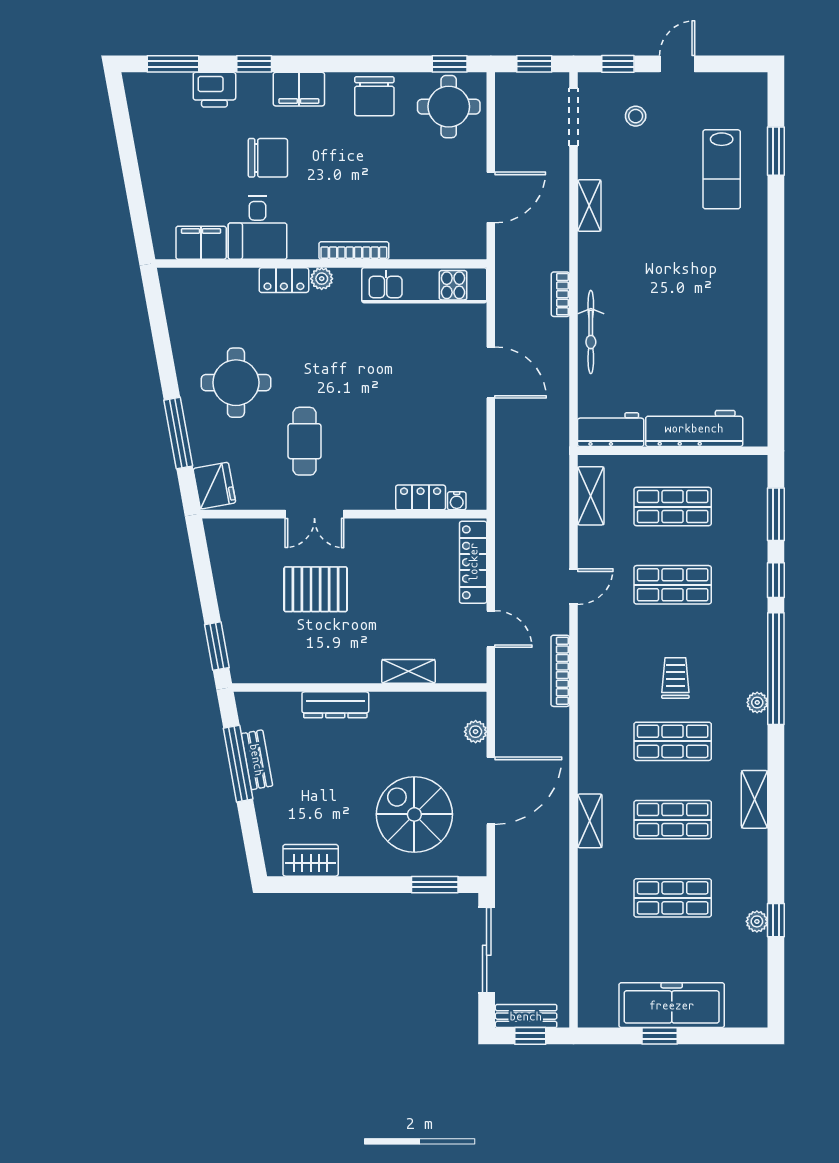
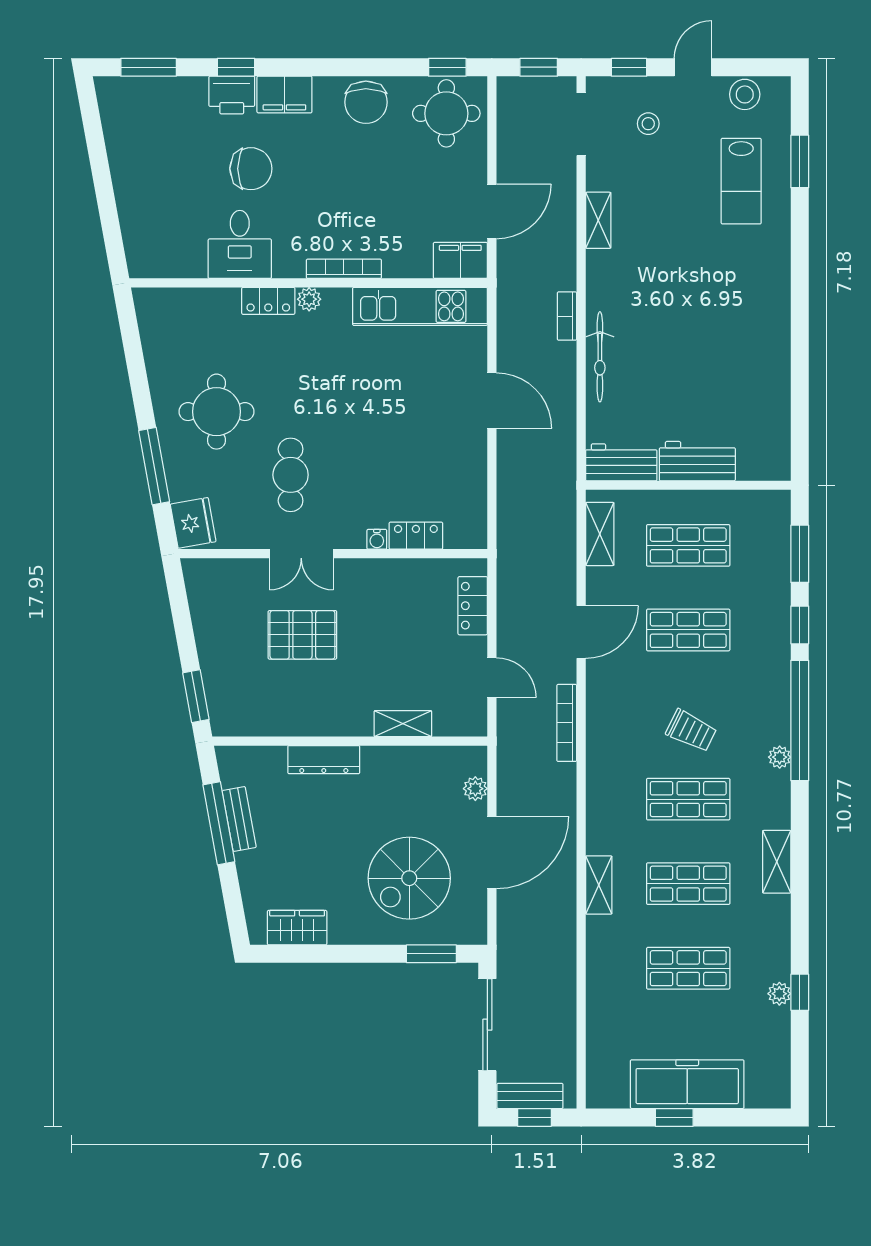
stool: (725, 89) -> (745, 94), added
printer: (214, 90) -> (232, 95), moved
filing cabinet: (201, 243) -> (460, 260), moved
workbench: (694, 428) -> (697, 461), width x0.73
water cooler: (457, 501) -> (377, 539), moved
locker: (473, 562) -> (473, 606), width x0.66
door: (573, 587) -> (581, 632), width x1.38
trolley: (675, 678) -> (691, 731), turned 116
spiral stairs: (414, 814) -> (409, 878), turned -90

